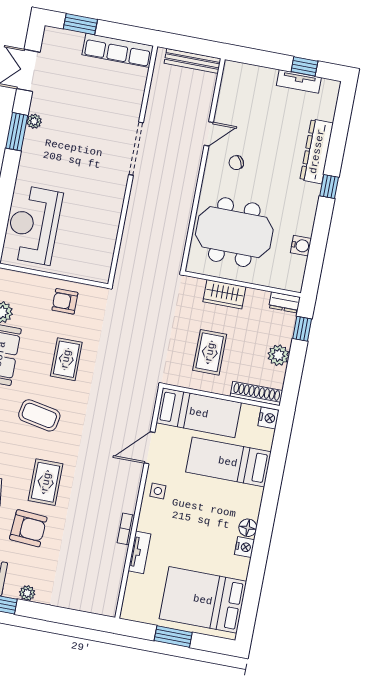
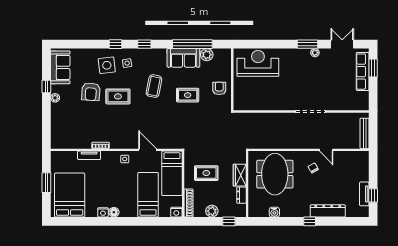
row of seats: (118, 50) -> (363, 72), moved
dresser: (284, 302) -> (241, 195), moved

